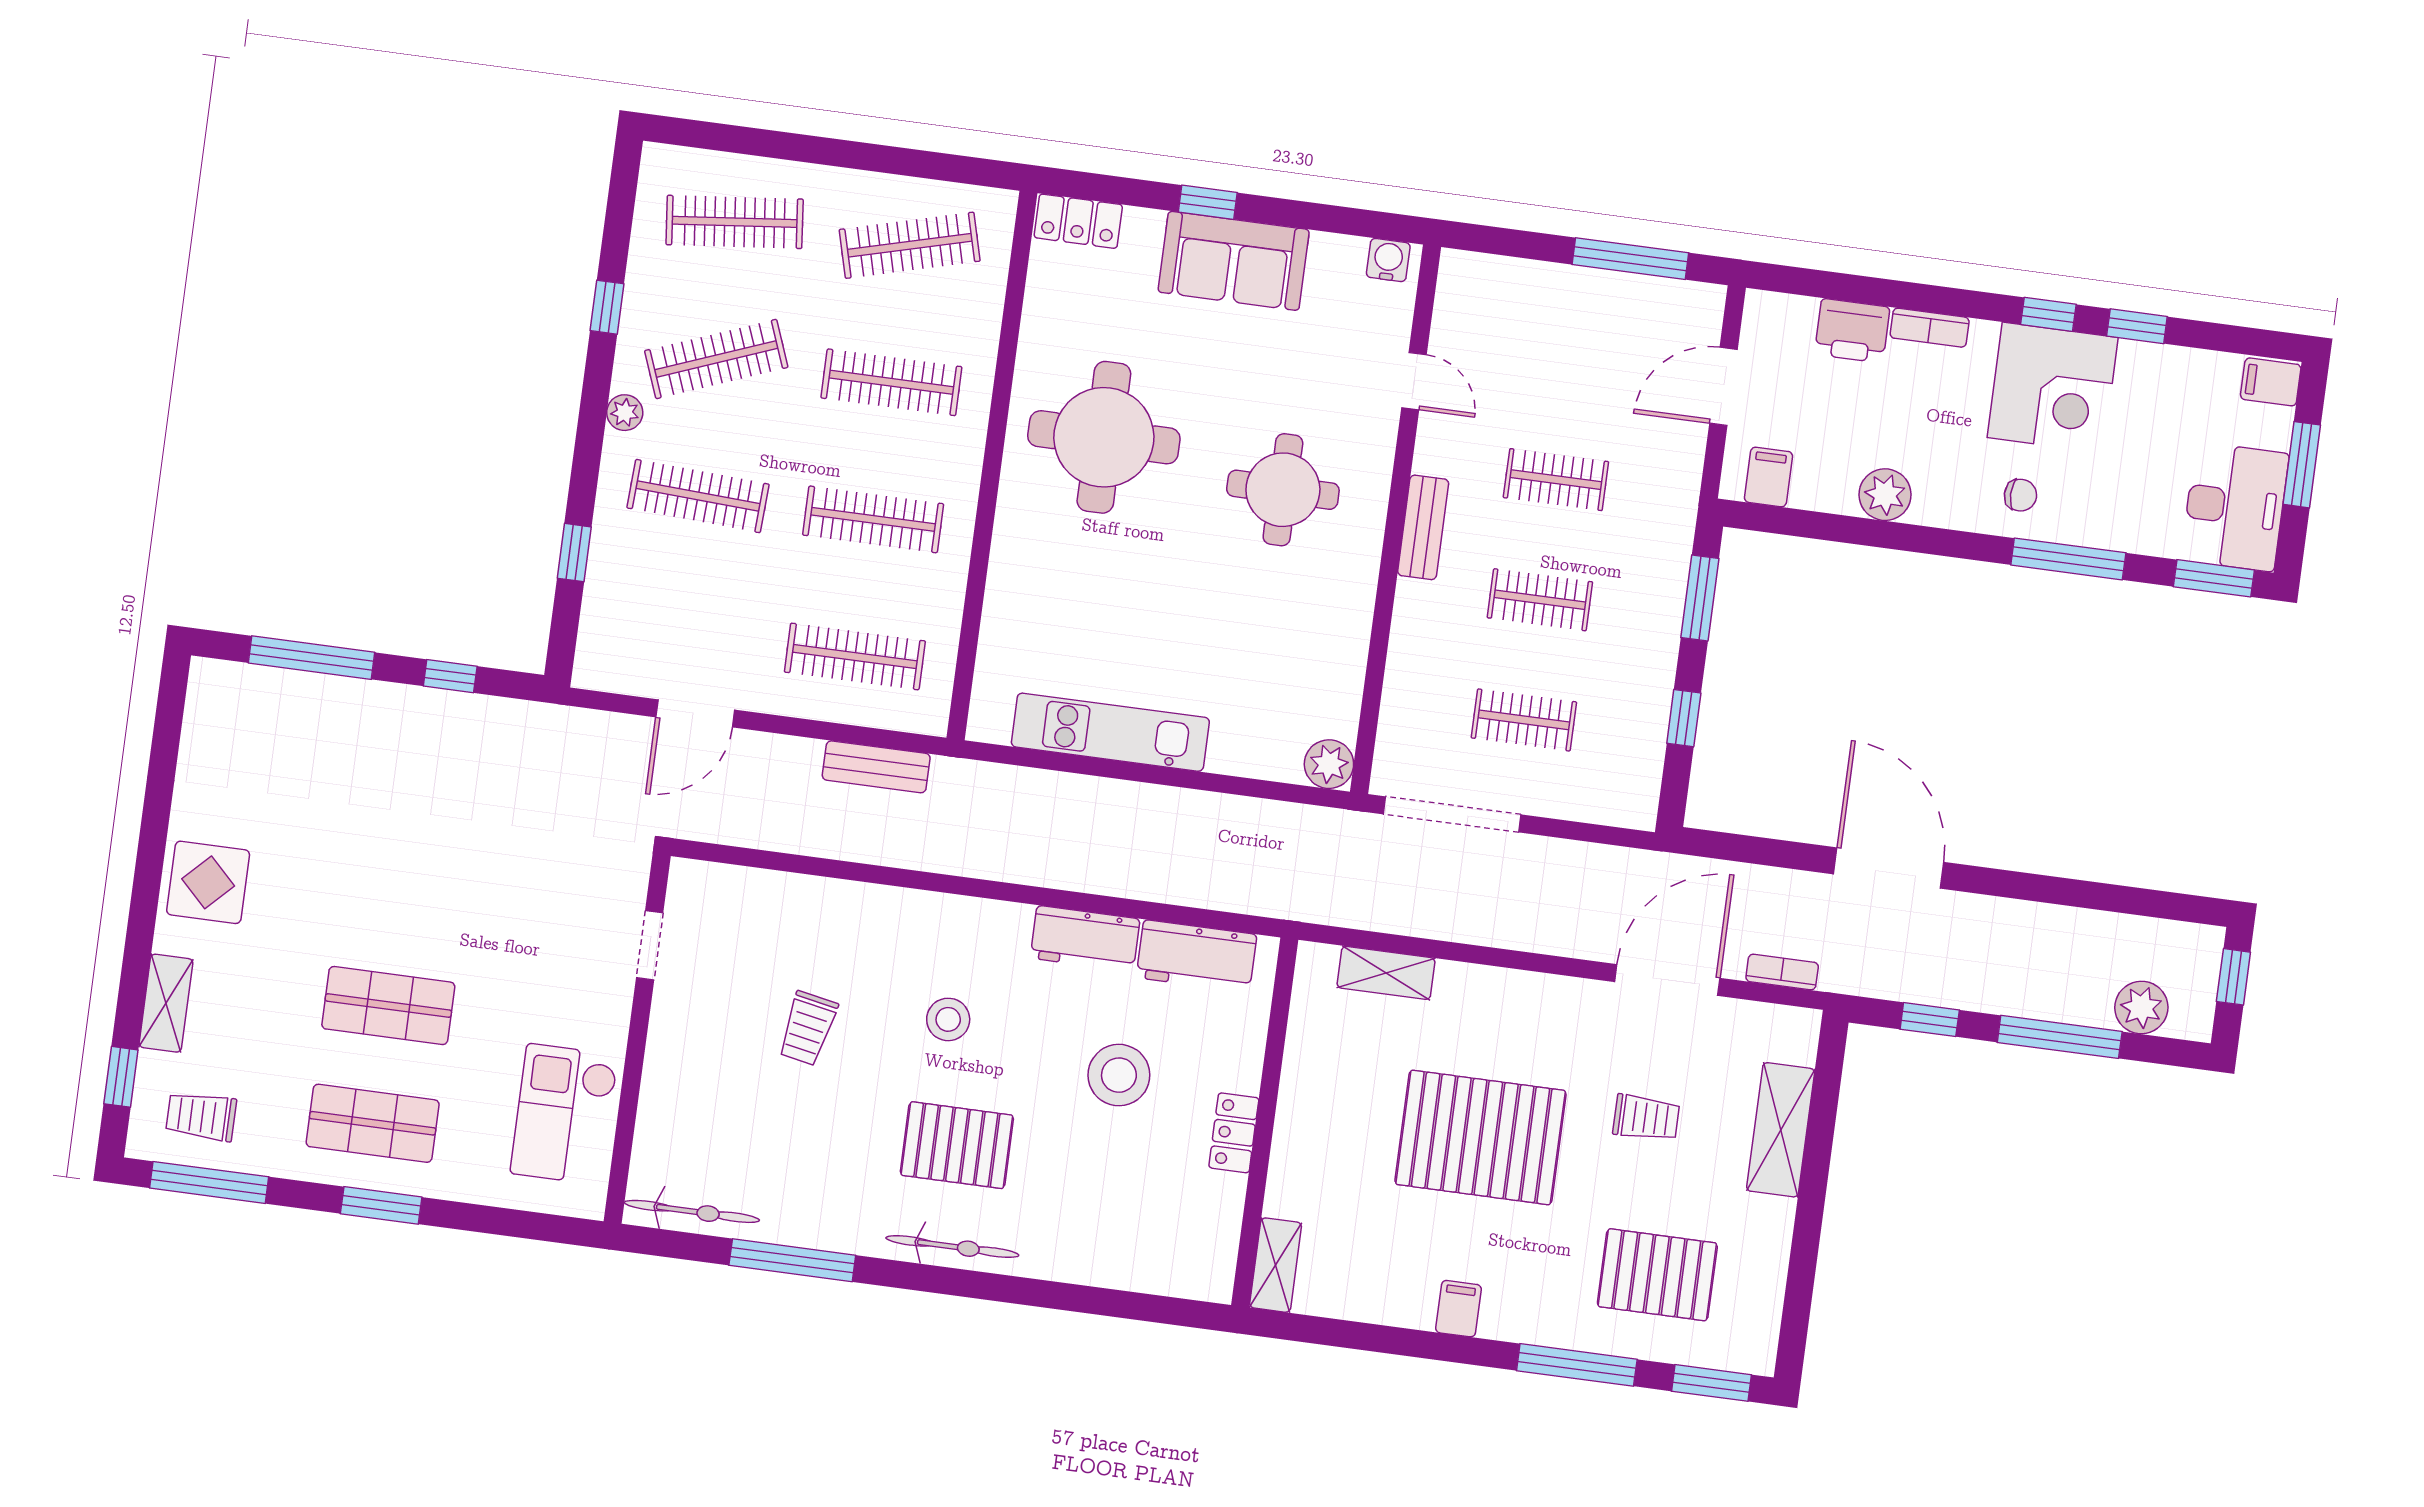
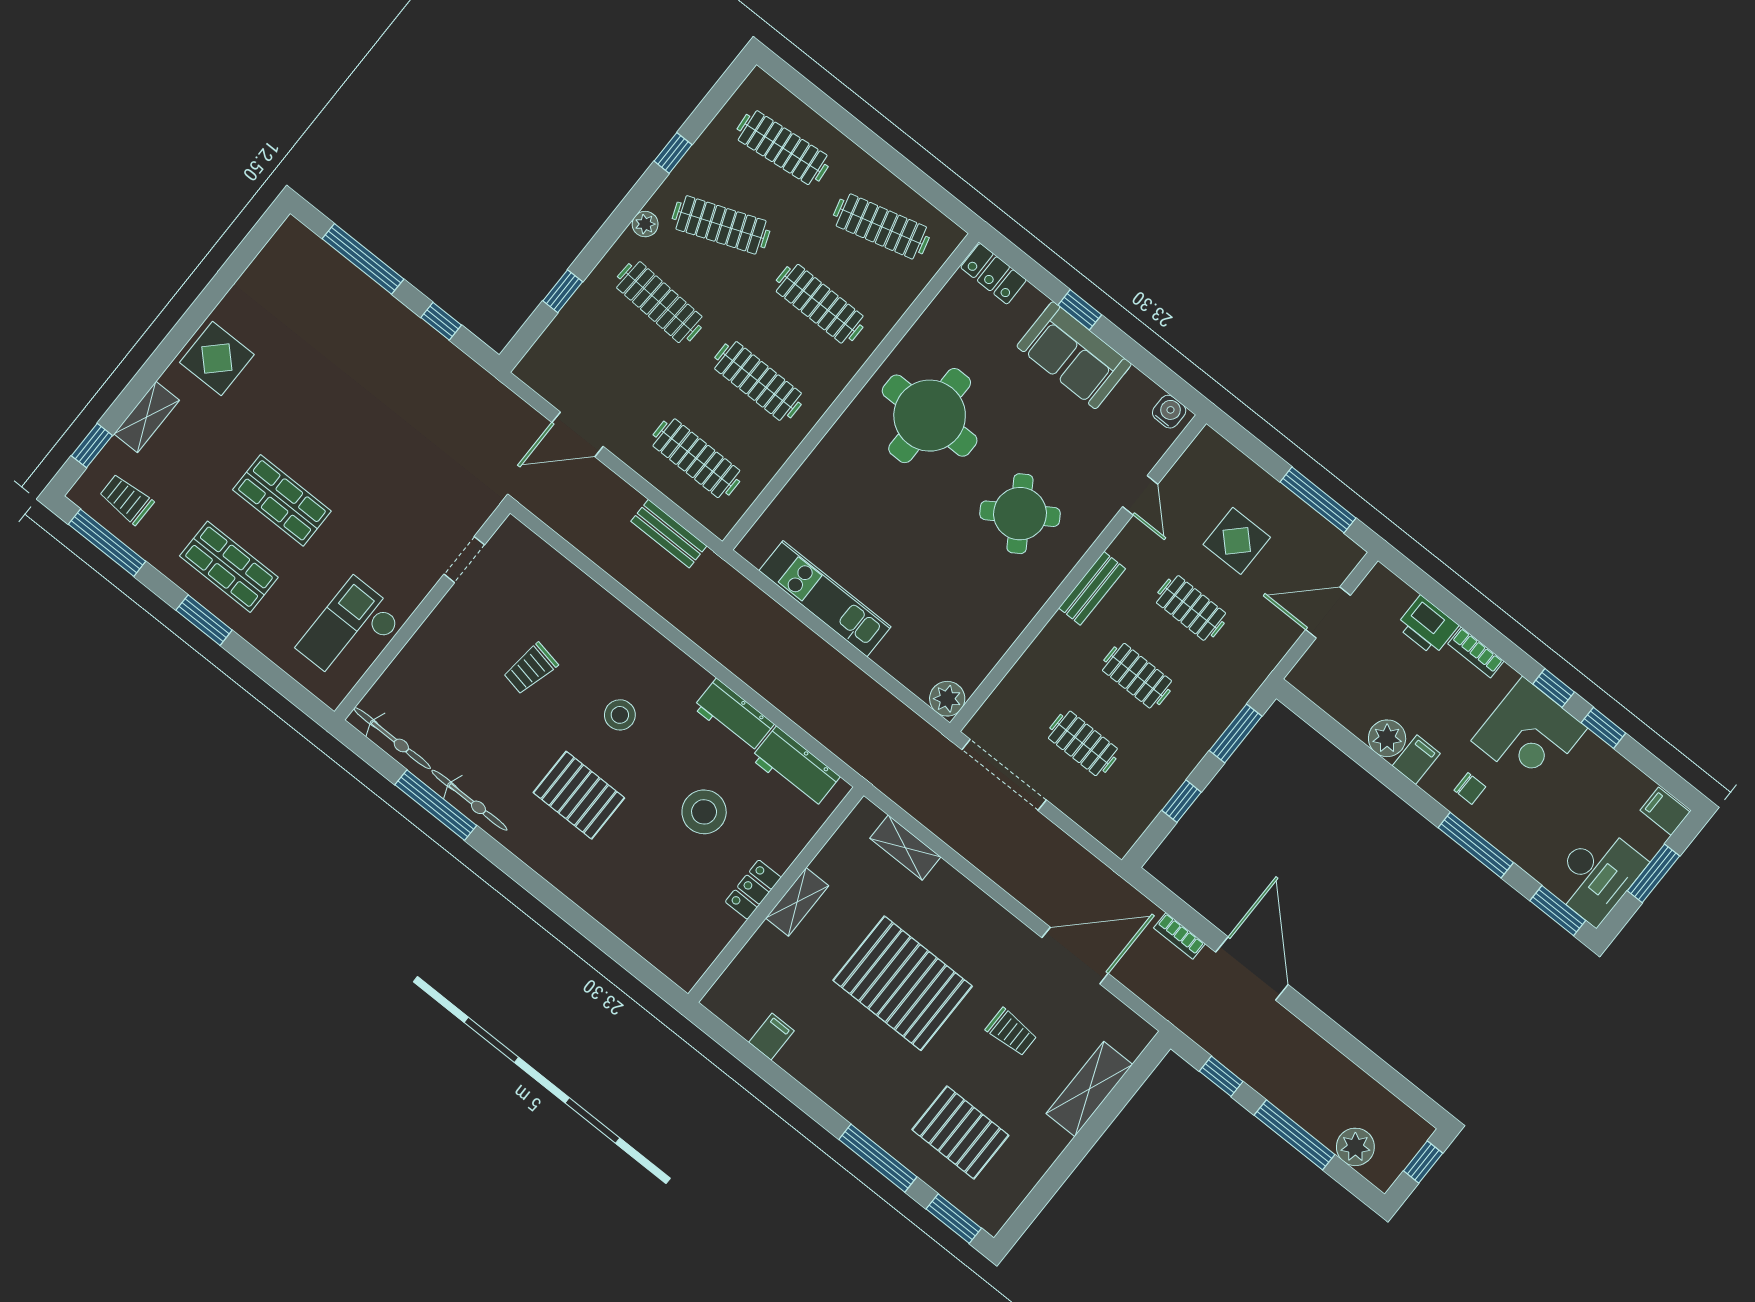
display table: (1562, 366) -> (1237, 541), added
filing cabinet: (1768, 477) -> (1416, 760), moved
round table: (1283, 490) -> (1020, 514), turned -33
bookcase: (1782, 972) -> (1179, 936), moved, turned 180
bicycle: (952, 1247) -> (469, 800), moved
shelving: (1276, 1265) -> (797, 902), moved
filing cabinet: (1458, 1309) -> (772, 1036), moved

